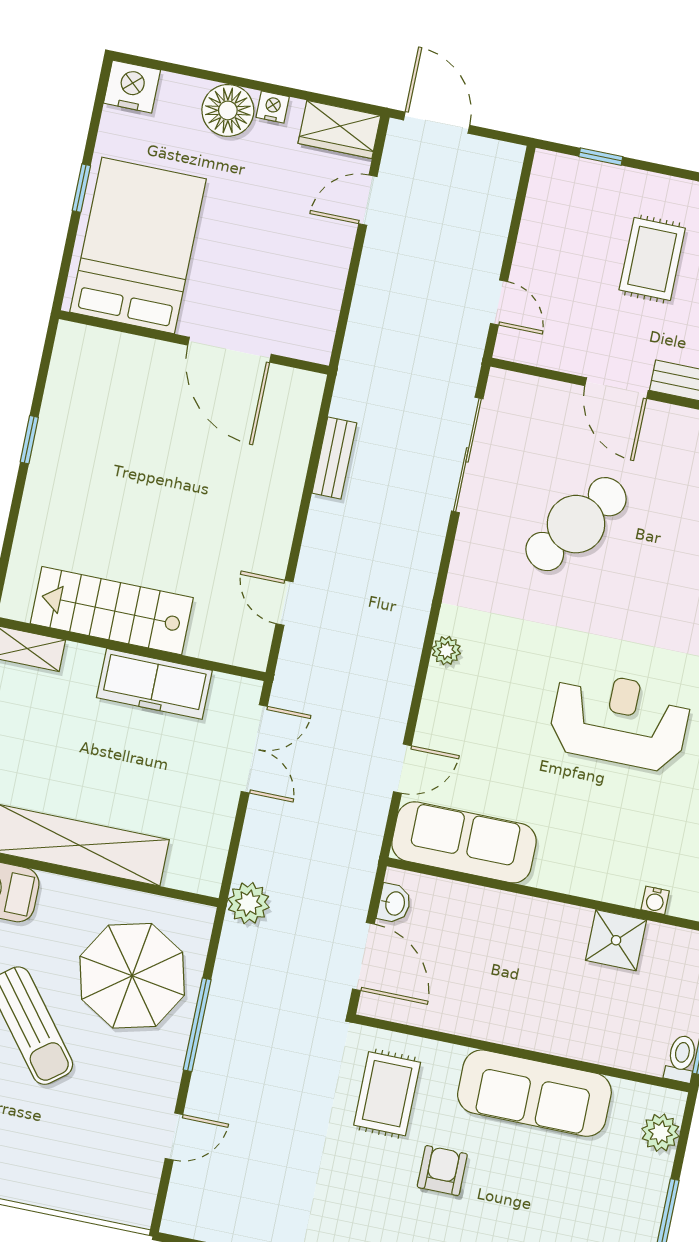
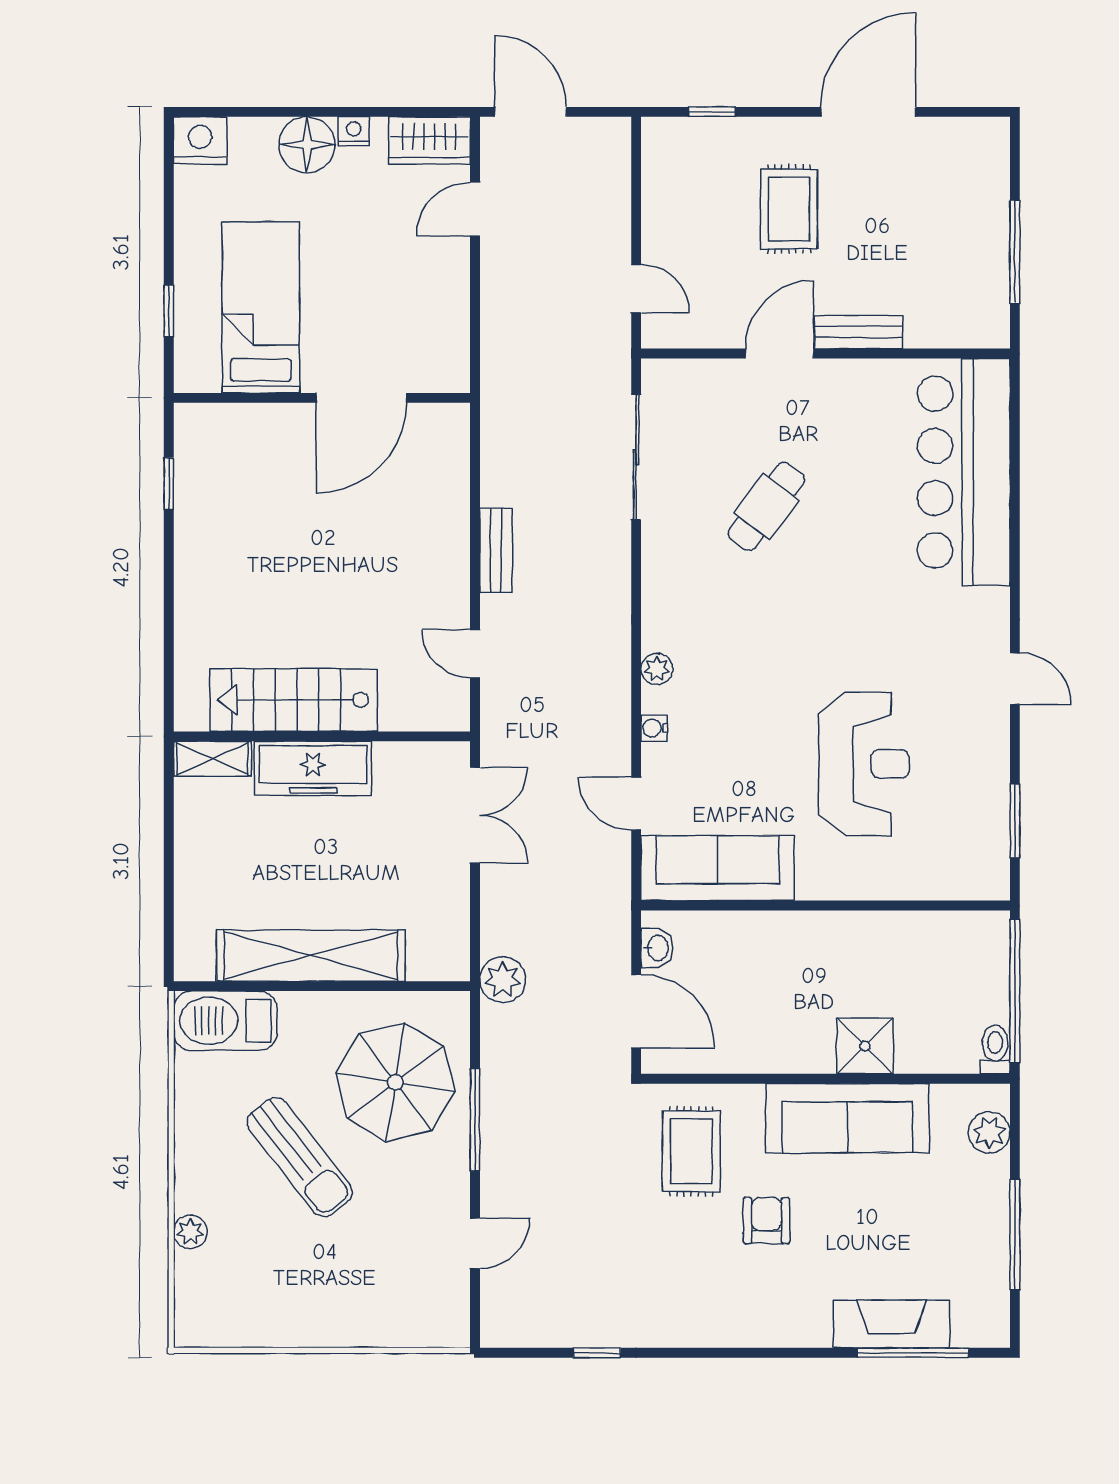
window: (81, 188) -> (169, 311), moved
bed: (138, 245) -> (261, 307), width x0.67
door: (230, 350) -> (361, 398), hinge flipped
door: (617, 388) -> (780, 354), swing flipped
window: (29, 440) -> (169, 484), moved
bench: (334, 458) -> (496, 550), moved
cafe table: (576, 524) -> (766, 506), width x0.73, depth x0.74
freezer: (154, 684) -> (313, 768), moved
reception desk: (620, 720) -> (864, 764), moved, turned 90
door: (402, 769) -> (636, 804), swing flipped
water cooler: (655, 900) -> (654, 728), moved, turned 90
shower: (616, 940) -> (865, 1046), moved

